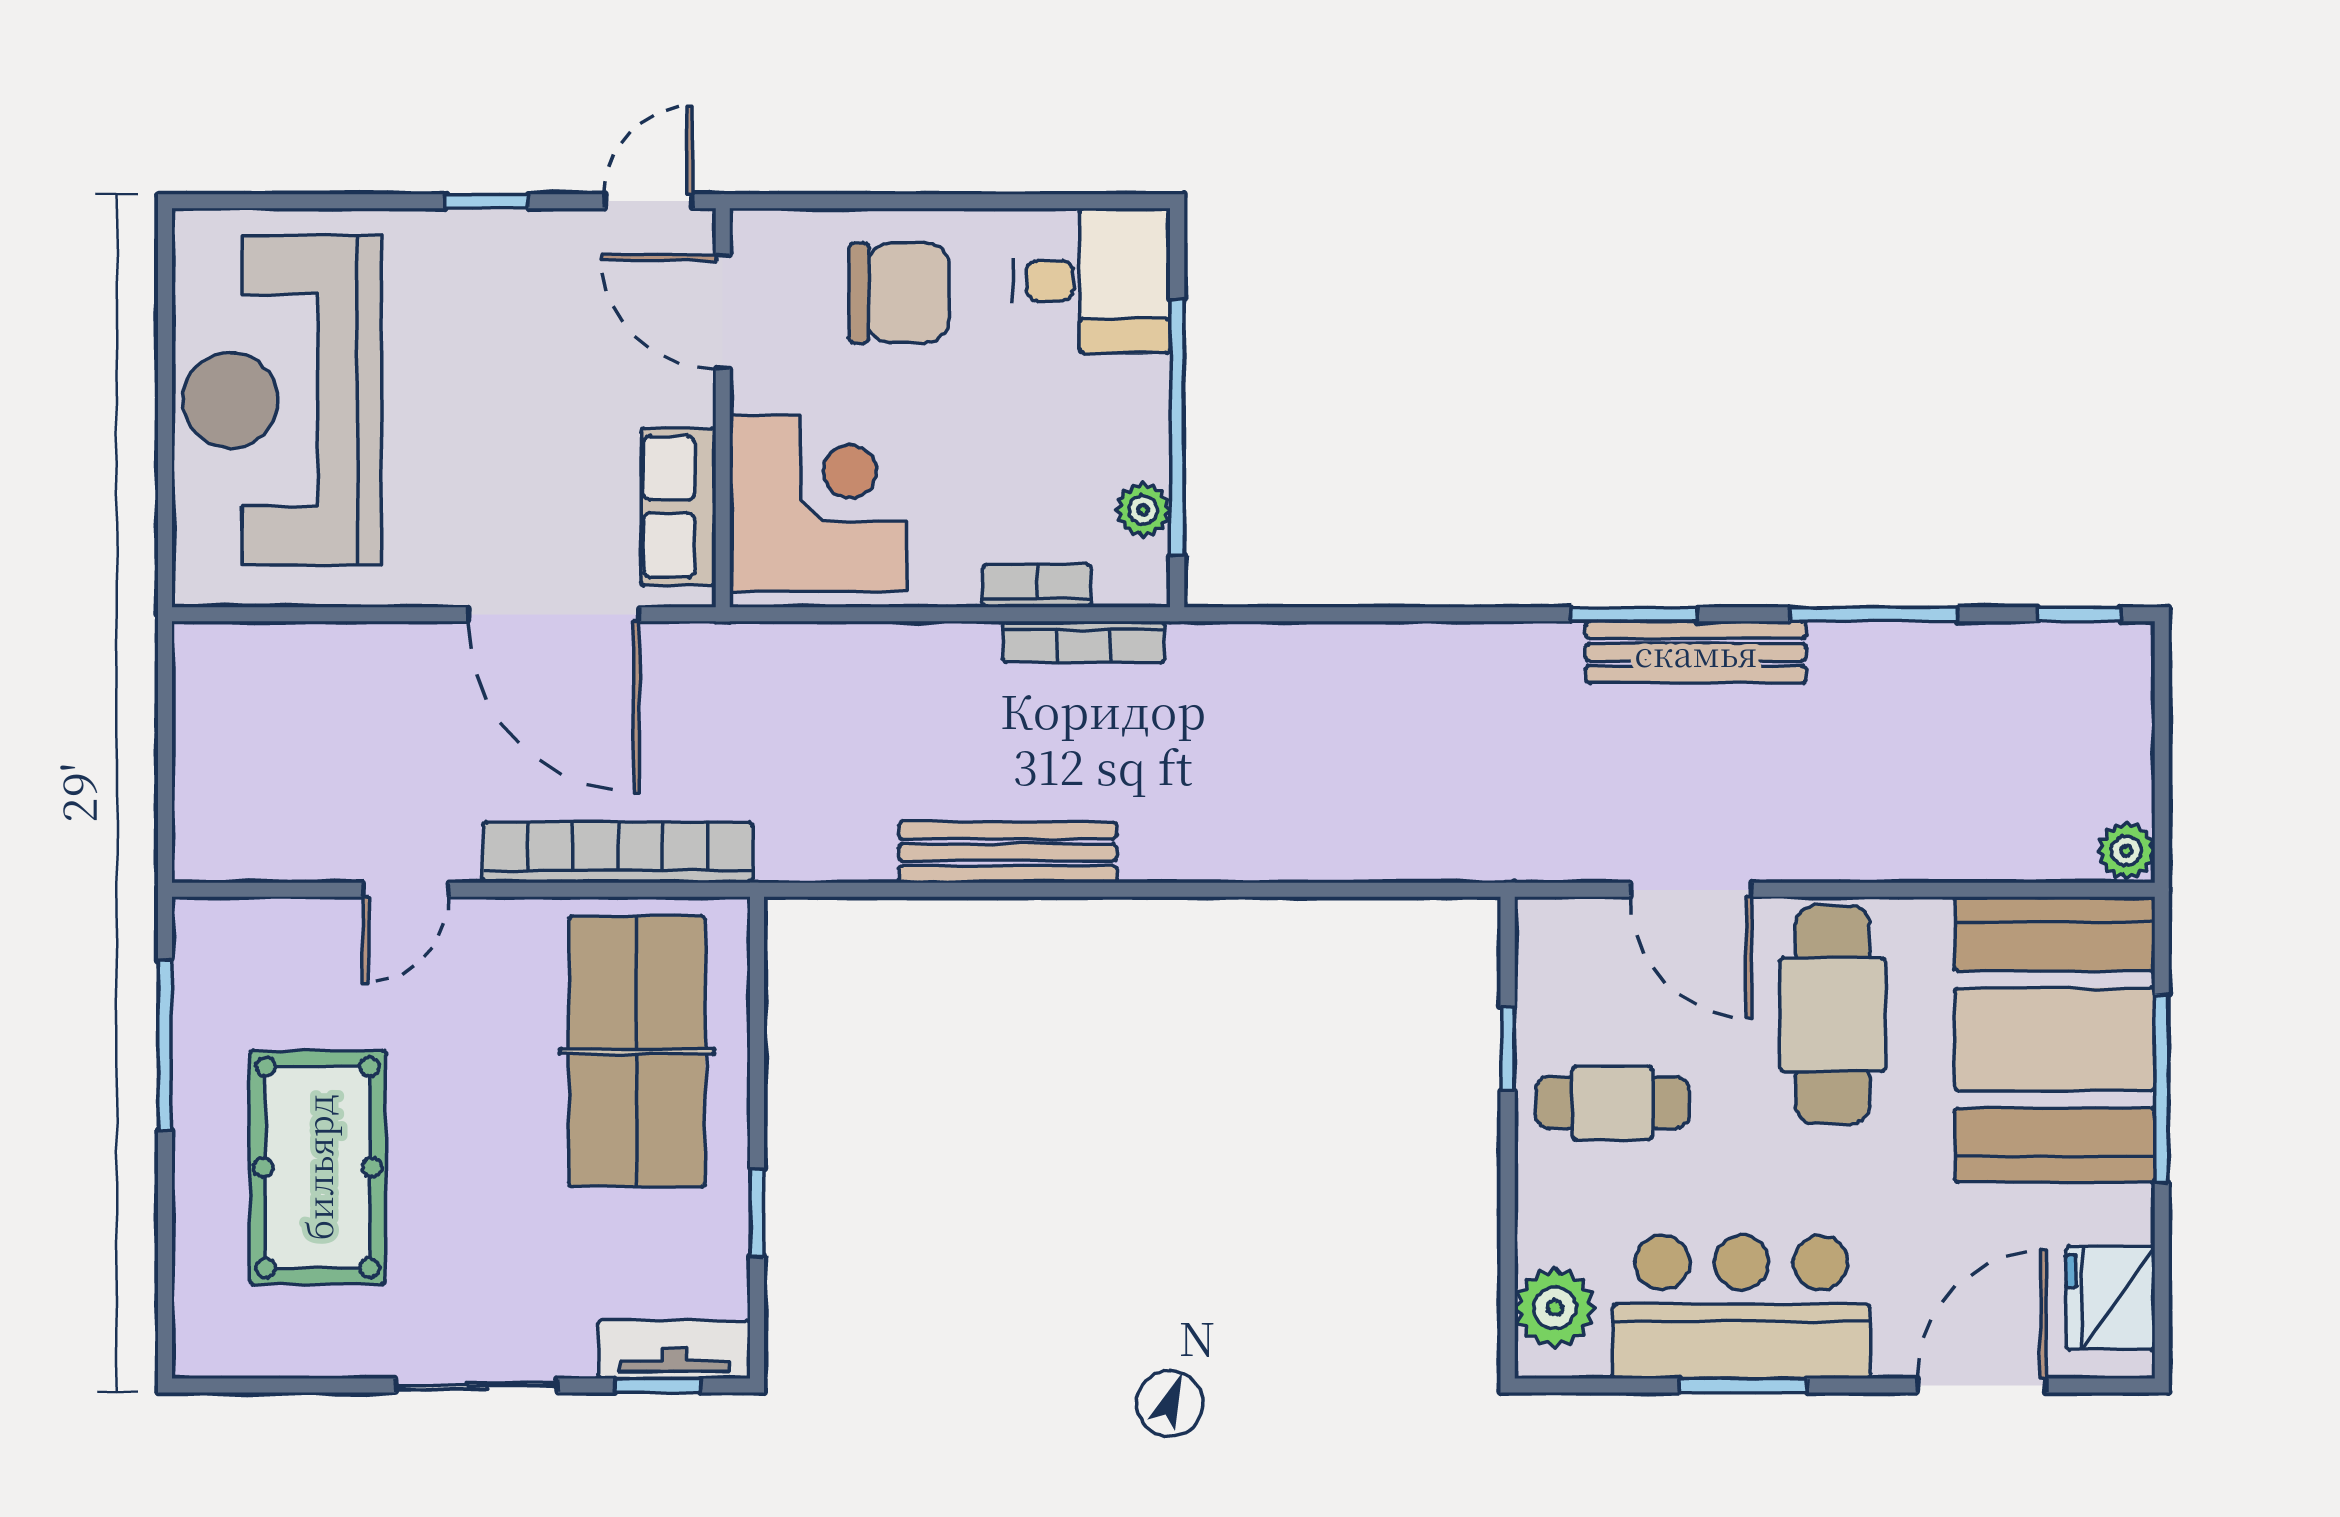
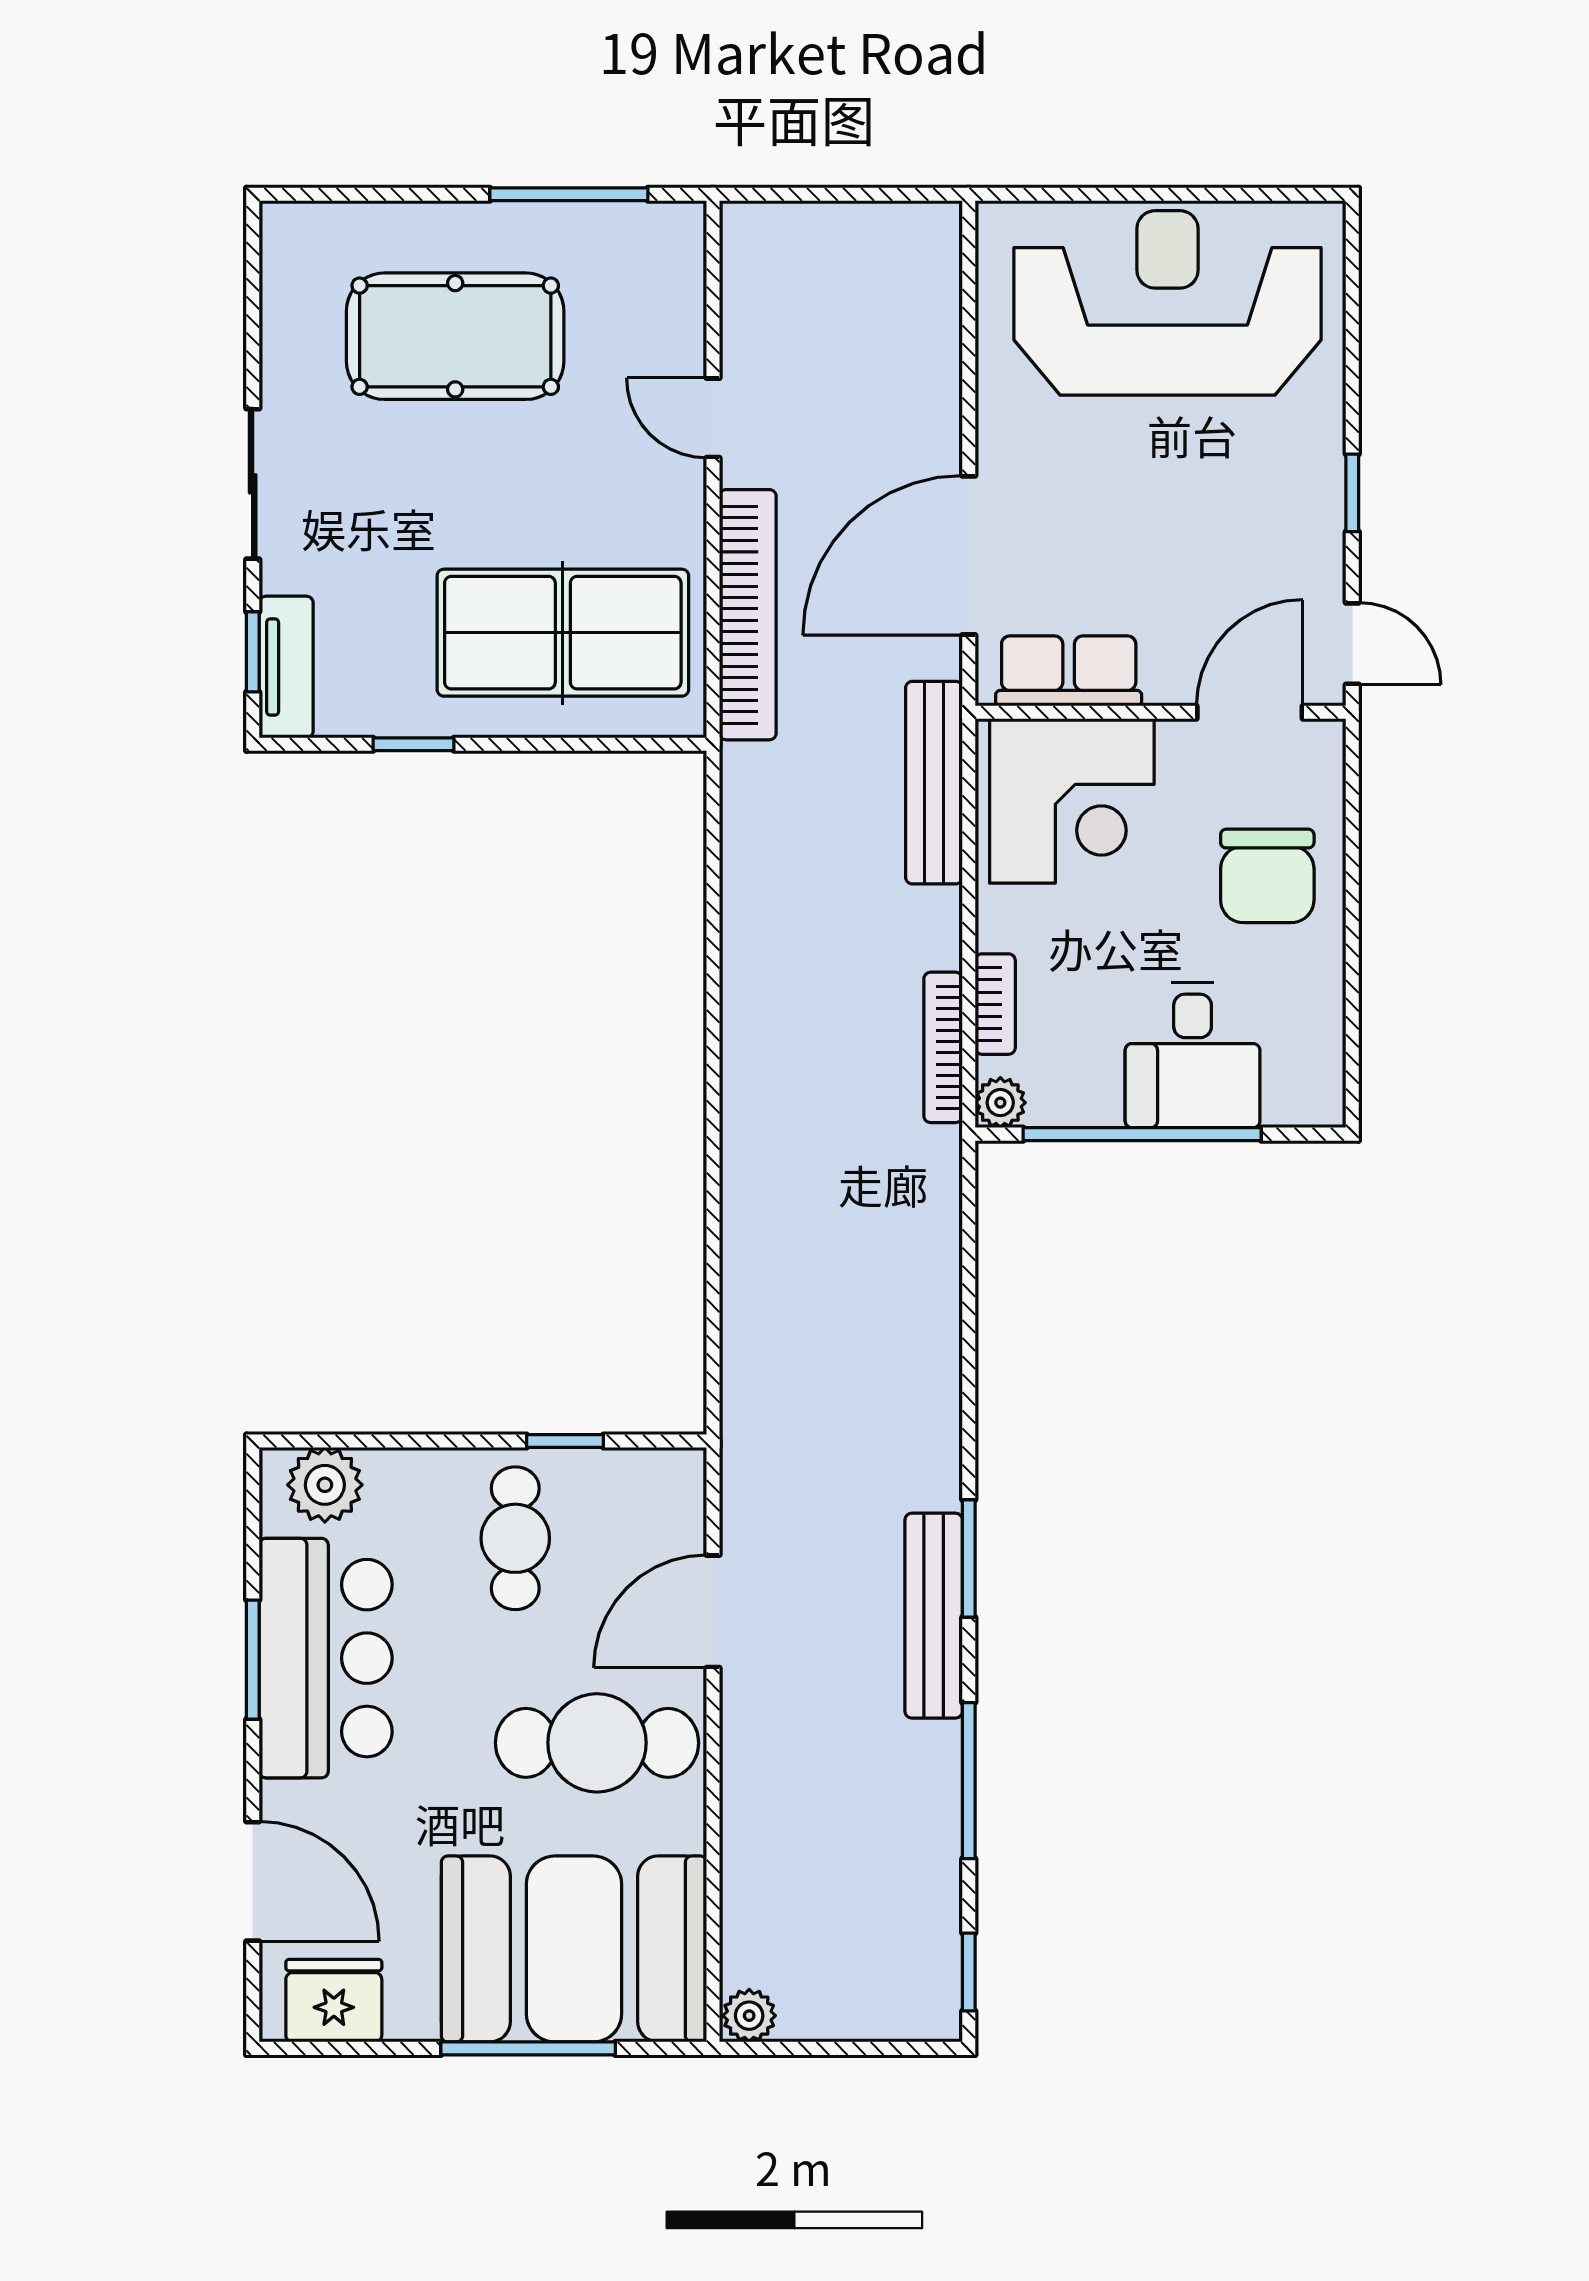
desk: (1092, 281) -> (1193, 1055), moved
plant: (1143, 510) -> (1000, 1103), moved
bench: (1008, 852) -> (934, 783), moved

